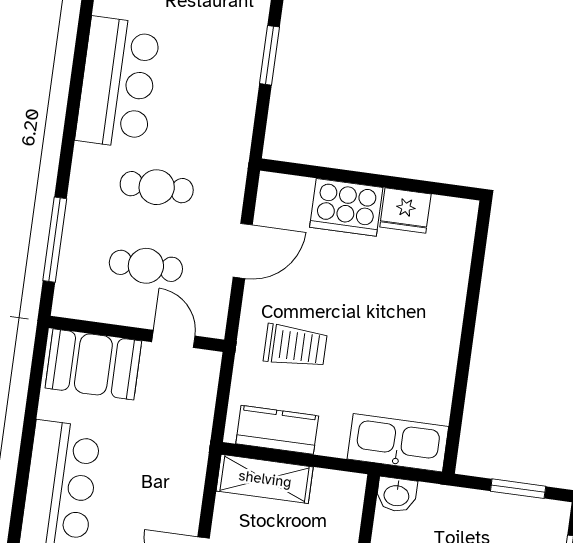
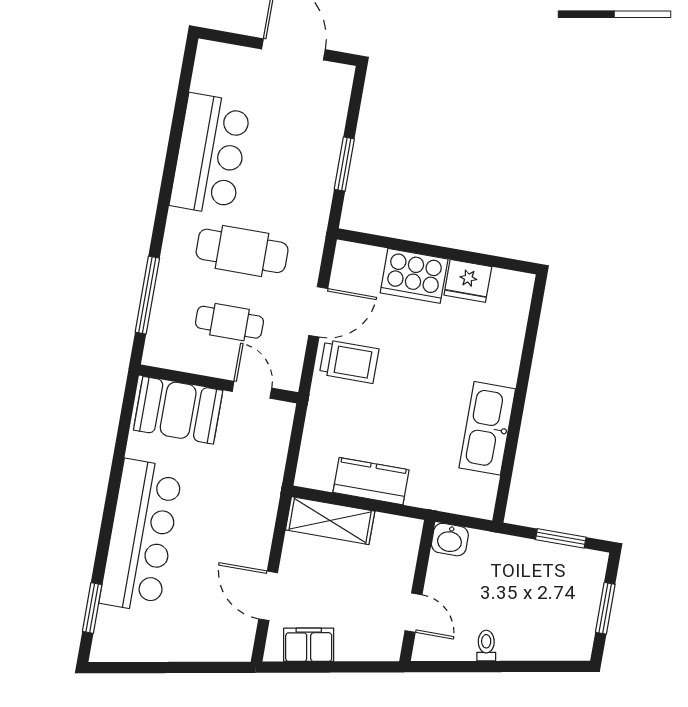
window: (270, 55) -> (344, 164), moved
cafe table: (157, 187) -> (242, 251), width x1.37, depth x1.35
trolley: (295, 346) -> (349, 361), moved
kitchen counter: (277, 430) -> (371, 481), moved
kitchen sink: (398, 443) -> (487, 428), moved, turned -90

